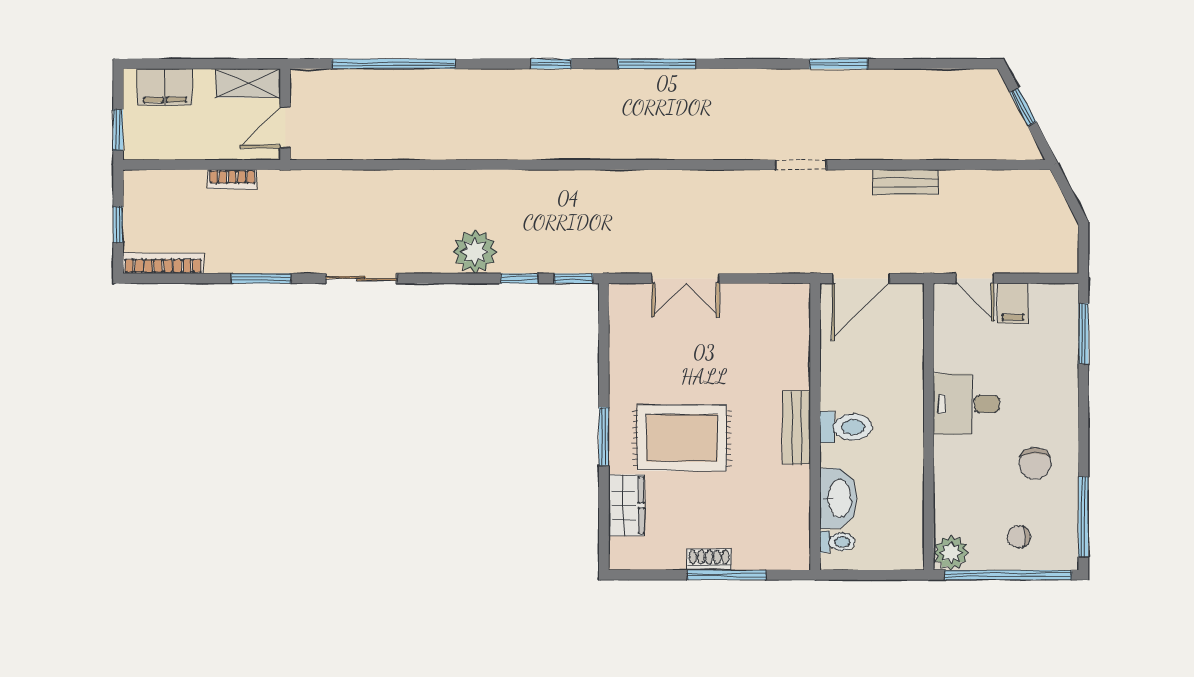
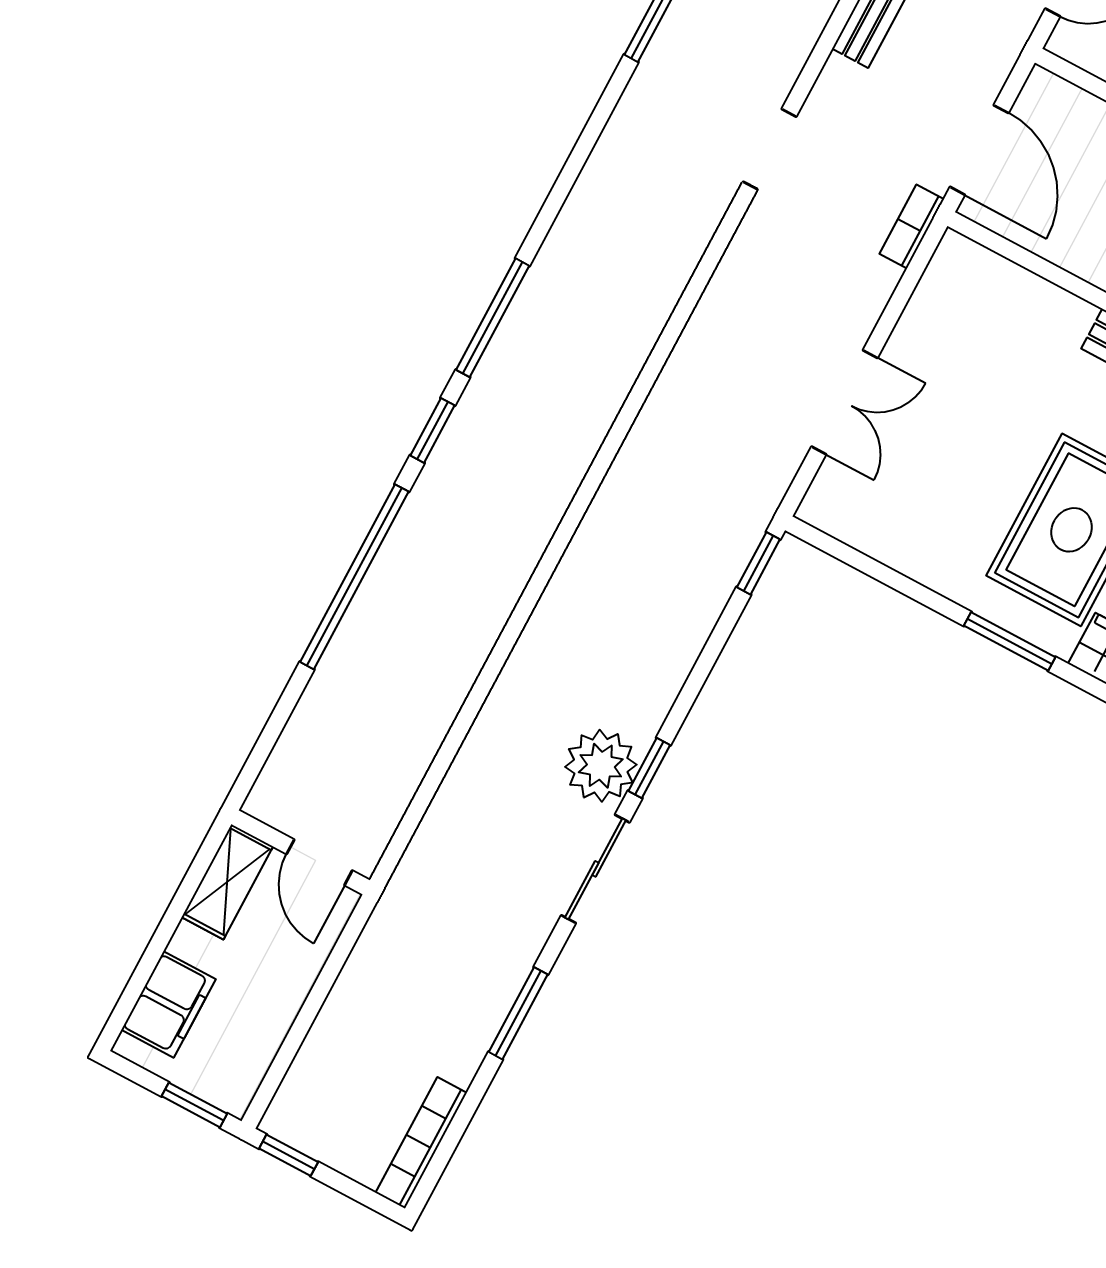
window: (394, 64) -> (354, 577), moved
window: (656, 64) -> (493, 318), moved
bookcase: (232, 179) -> (912, 226), moved, turned 180
window: (118, 225) -> (289, 1155), moved
plant: (475, 252) -> (601, 766), moved
window: (519, 278) -> (649, 768), moved

